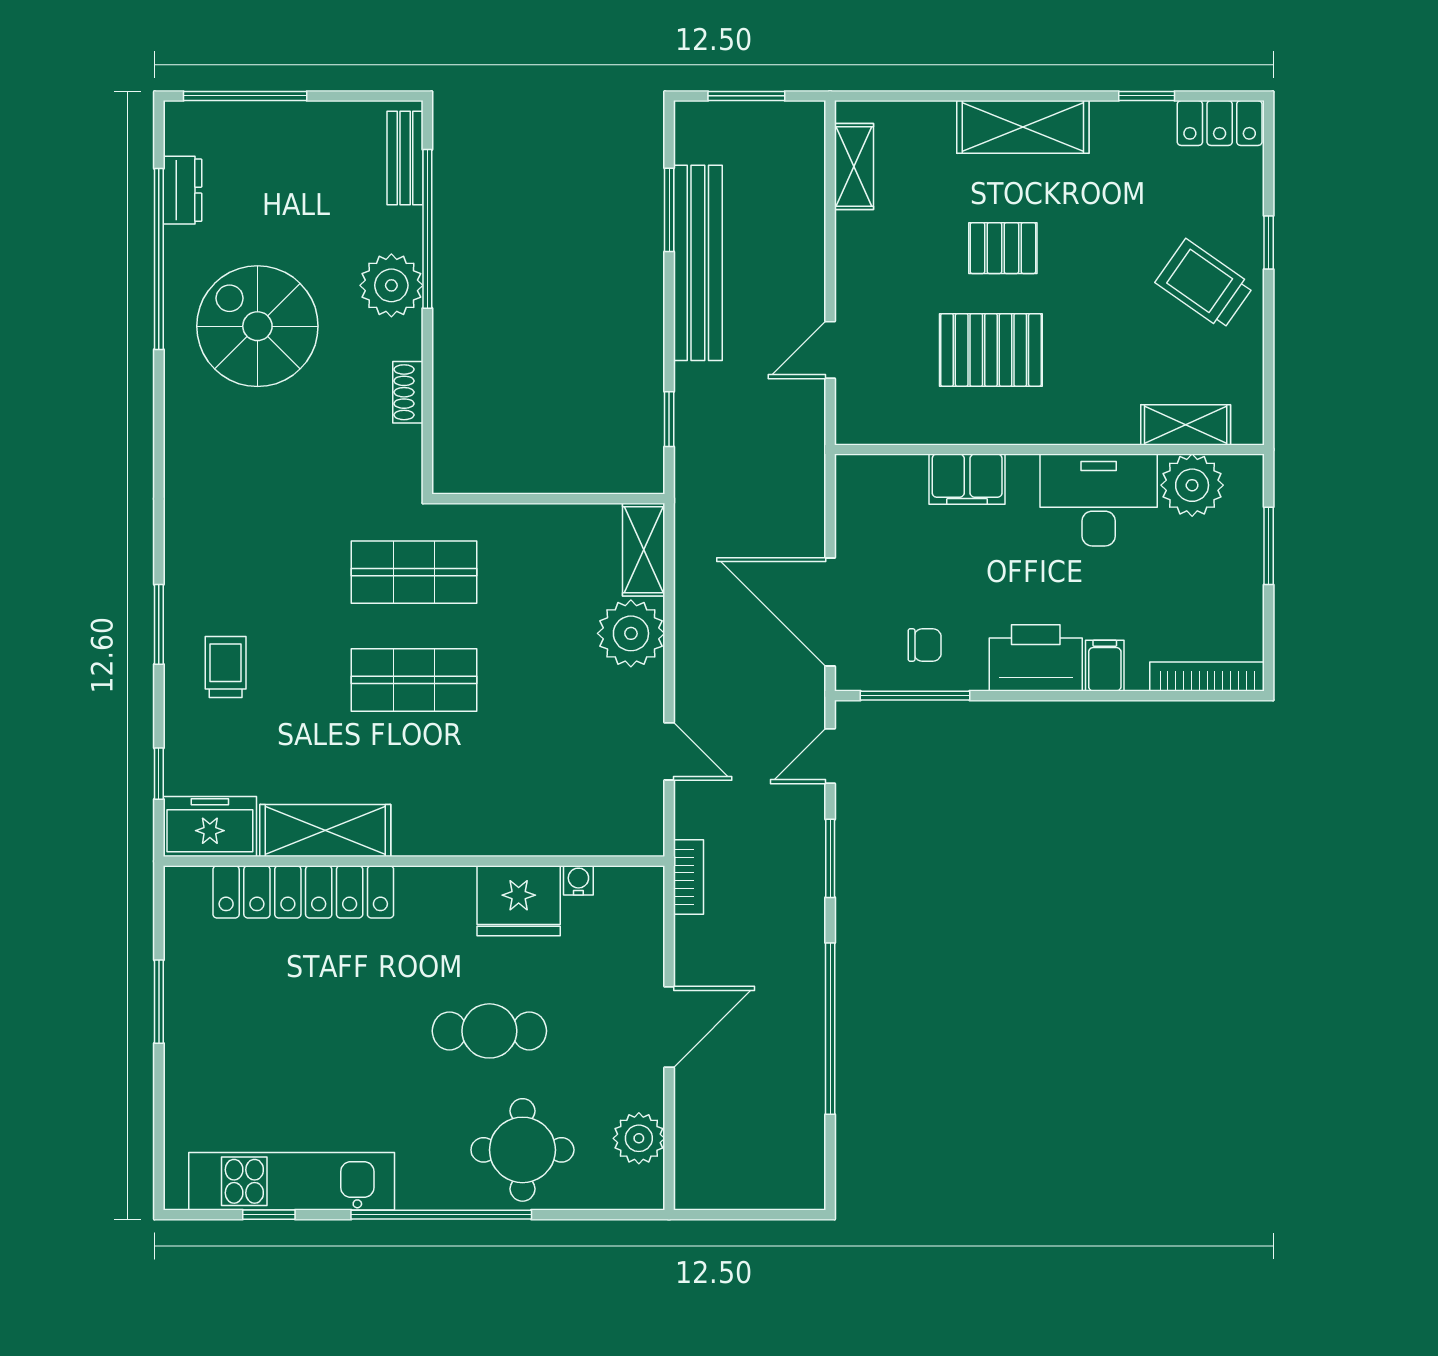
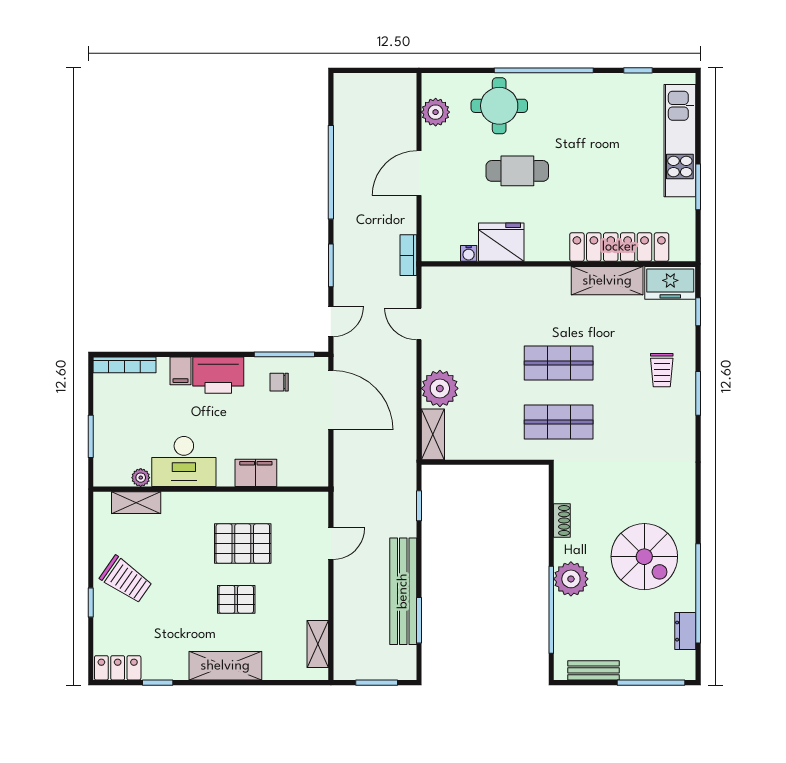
bench: (405, 158) -> (593, 670), moved, turned 90
plant: (1192, 485) -> (141, 478), width x0.53, depth x0.53
kitchen unit: (292, 1181) -> (680, 141), moved, turned 90

